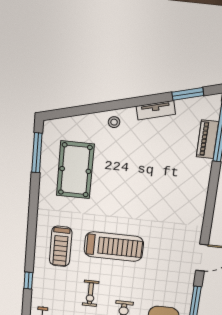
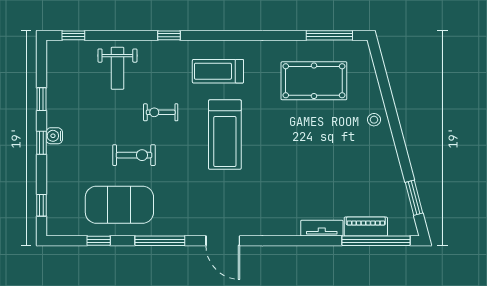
tv unit: (156, 110) -> (322, 228), moved, turned 105

